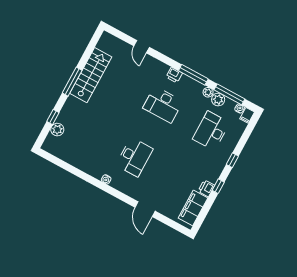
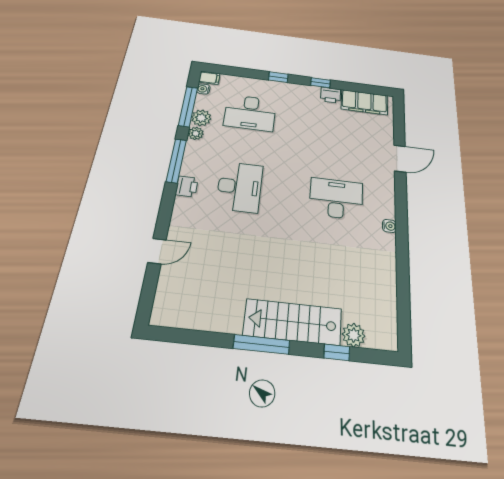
stairs: (91, 75) -> (293, 322), moved

